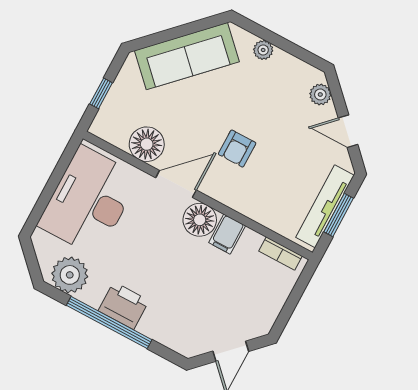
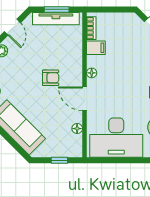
floor lamp: (147, 144) -> (77, 129), width x0.53, depth x0.53
floor lamp: (200, 220) -> (92, 73), width x0.53, depth x0.53
filing cabinet: (227, 234) -> (96, 48), moved

